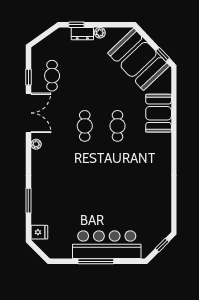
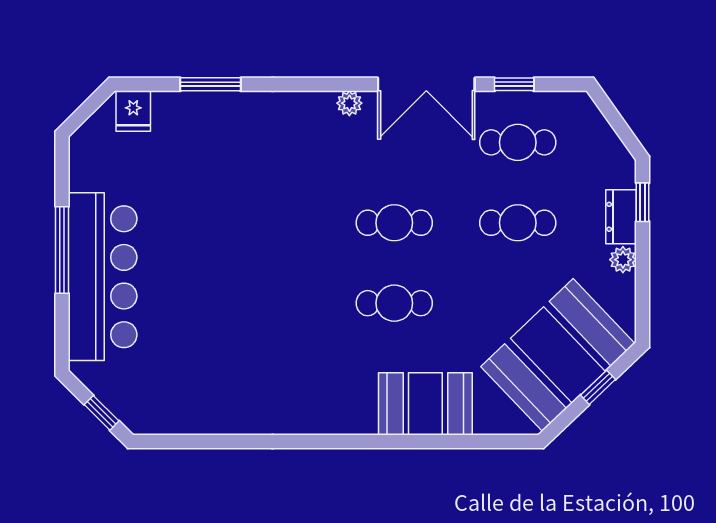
window: (163, 54) -> (598, 387), moved
cafe table: (85, 76) -> (518, 223), added

